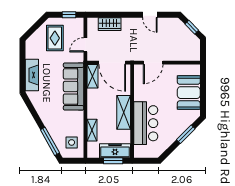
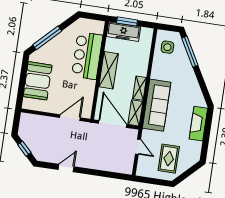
window: (69, 15) -> (150, 181), removed
door: (150, 15) -> (66, 168), hinge flipped
wardrobe: (110, 24) -> (109, 165), removed
door: (85, 45) -> (138, 147), hinge flipped
shelving: (92, 130) -> (140, 88), moved
window: (186, 134) -> (47, 38), width x1.44

